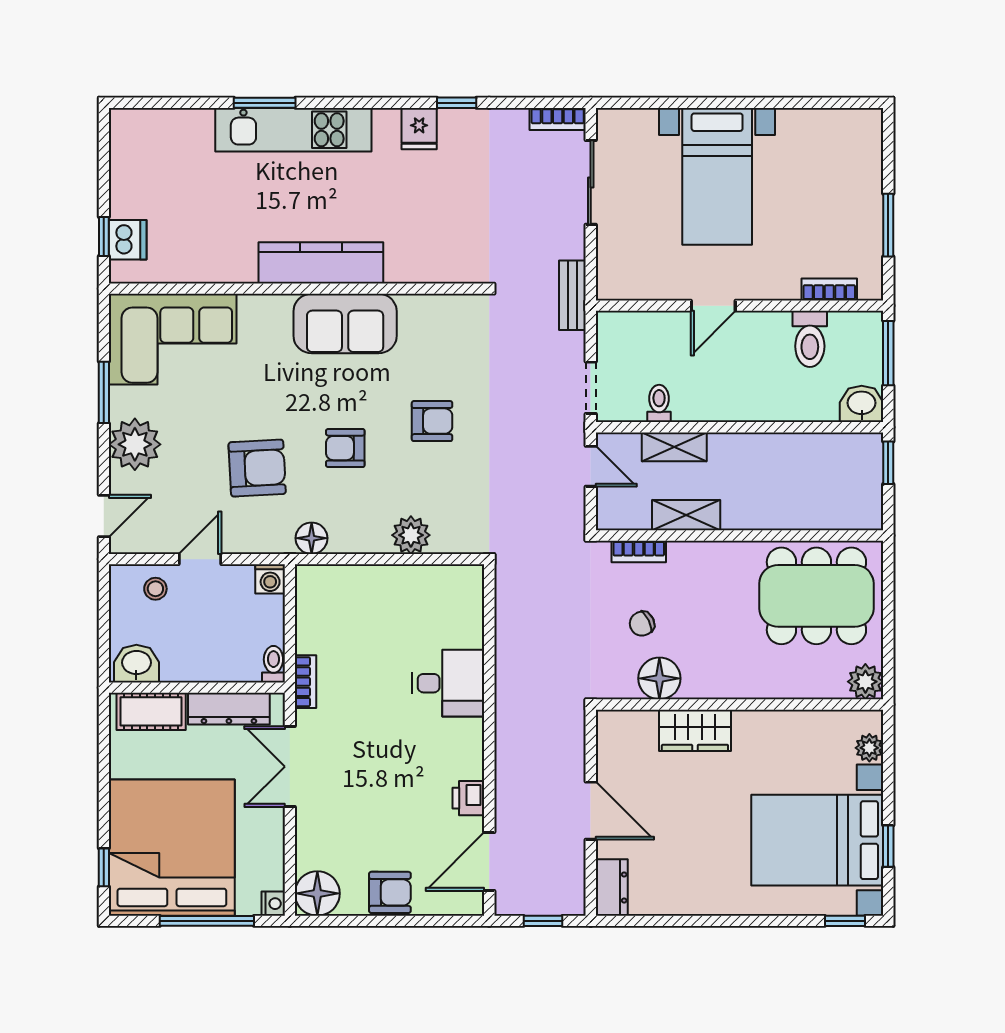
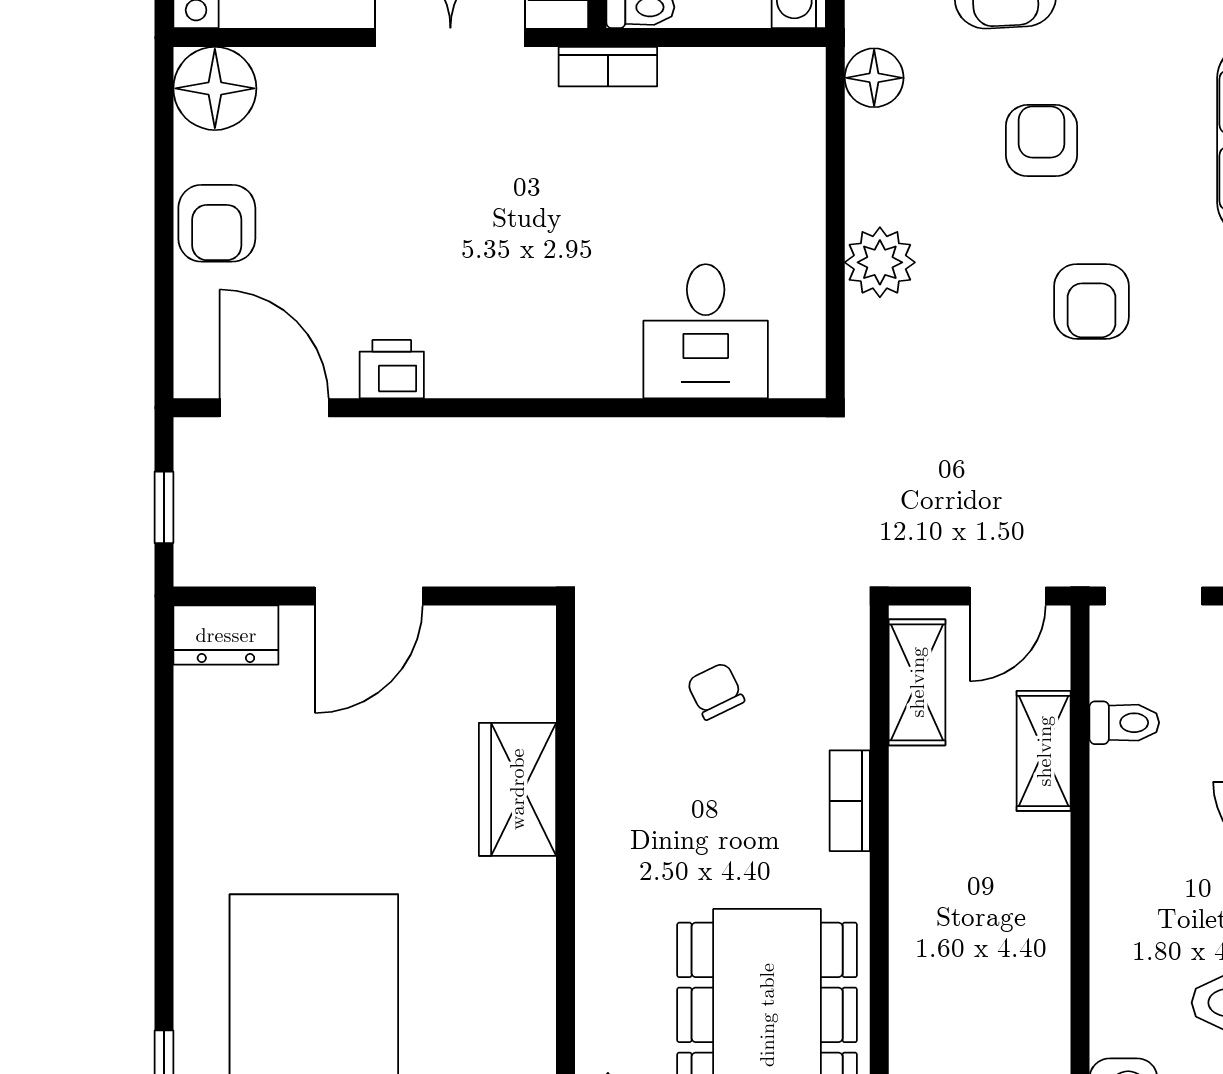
shelving: (686, 515) -> (917, 682), moved
bookcase: (639, 551) -> (850, 801), moved
floor lamp: (659, 678) -> (614, 723), removed
desk: (448, 683) -> (706, 331), moved

